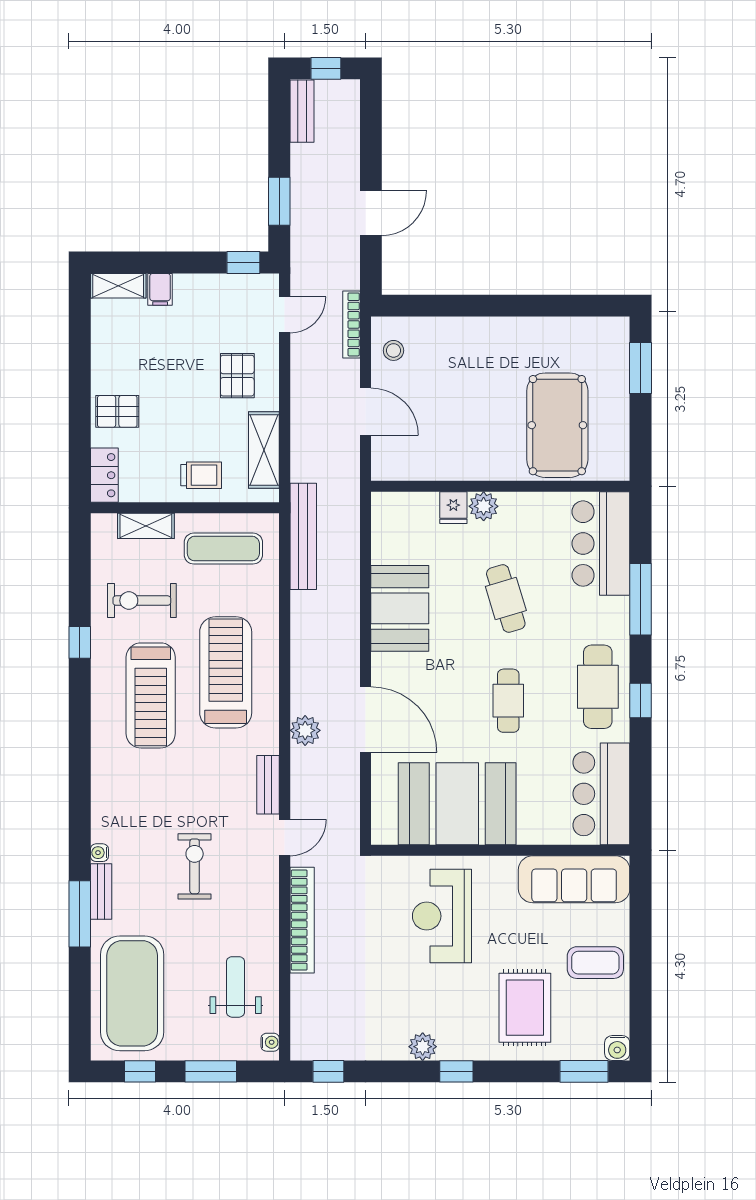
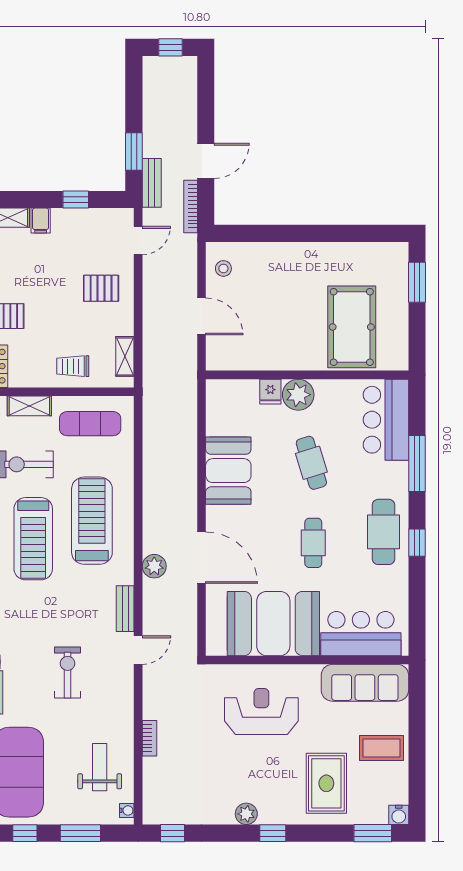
bench: (302, 111) -> (152, 183), moved
window: (243, 262) -> (76, 200), moved
bookcase: (352, 324) -> (191, 206), moved
pallet: (237, 376) -> (101, 288), turned 90
shelving: (264, 450) -> (125, 356), width x0.67, depth x0.75
trolley: (201, 475) -> (73, 366), turned 180
plant: (484, 506) -> (298, 395), width x1.36, depth x1.36
bench: (303, 536) -> (153, 414), removed
bar counter: (601, 794) -> (361, 634), moved, turned 90
reception desk: (442, 916) -> (261, 712), turned 90
bookcase: (302, 920) -> (150, 738), width x0.43, depth x0.76

